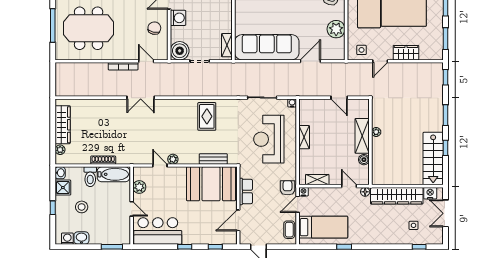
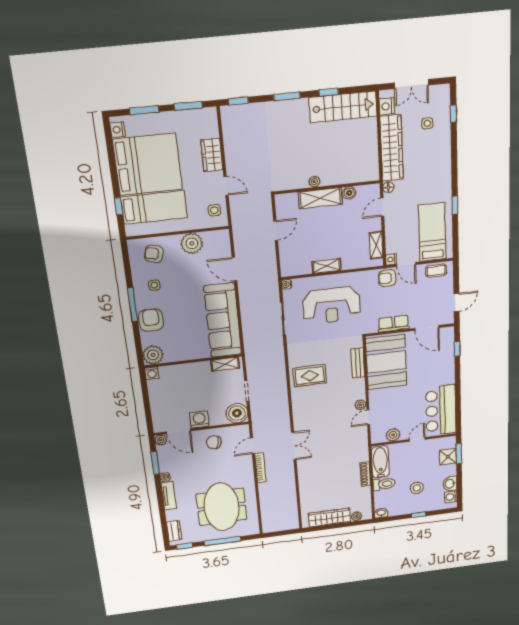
shower: (63, 188) -> (448, 457), moved
window: (185, 247) -> (458, 381), removed

